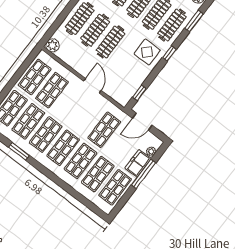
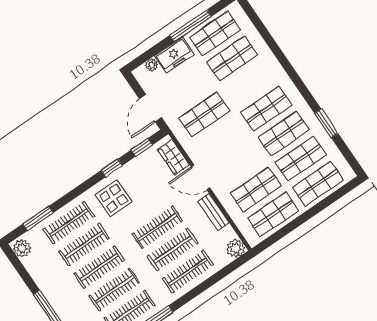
window: (169, 54) -> (112, 168), moved
bench: (76, 65) -> (213, 212), added
door: (92, 86) -> (201, 177), hinge flipped
wardrobe: (115, 93) -> (174, 157), added
door: (142, 122) -> (151, 108), swing flipped
shop shelf: (80, 161) -> (249, 84), removed
window: (144, 174) -> (191, 26), moved

